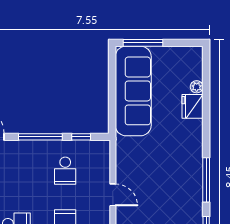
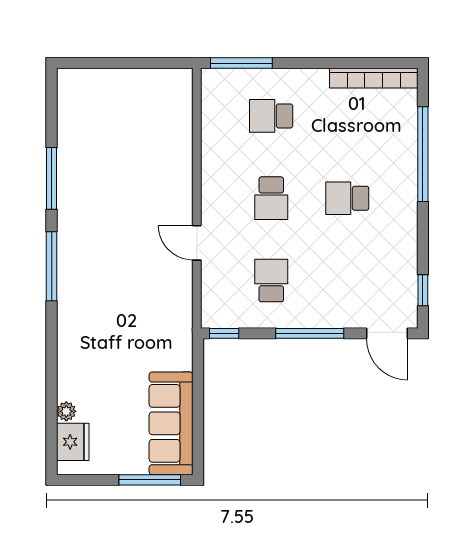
sofa: (133, 91) -> (171, 423), width x0.74, depth x0.79
fridge: (193, 106) -> (73, 442), moved
window: (81, 137) -> (224, 333), moved

